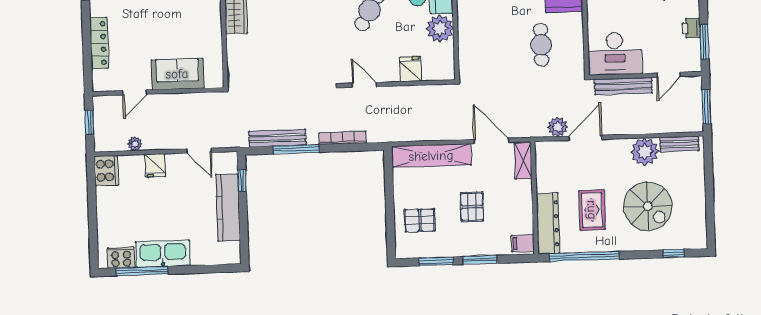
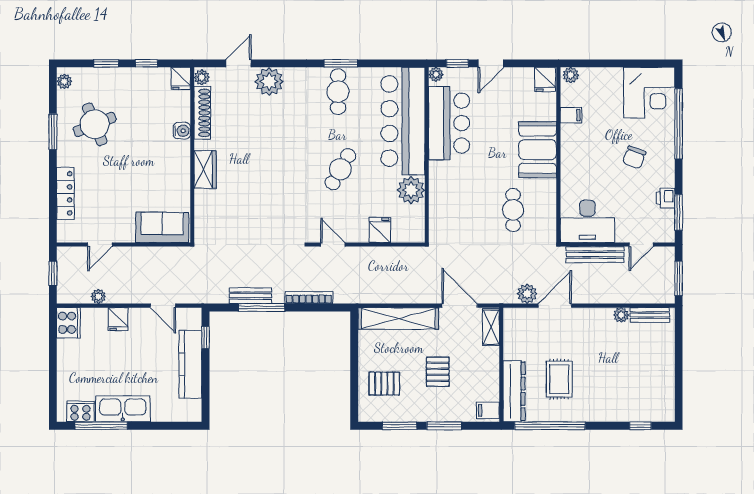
sofa: (177, 74) -> (162, 227), moved
bench: (277, 138) -> (250, 296), width x0.73
plant: (645, 152) -> (621, 315), width x0.53, depth x0.53
spiral stairs: (648, 206) -> (616, 377), removed

